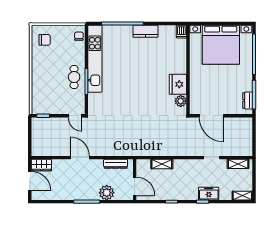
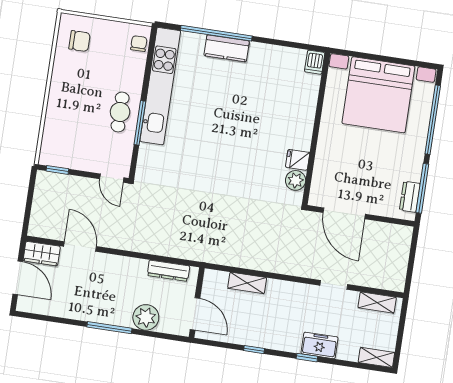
kitchen counter: (145, 31) -> (227, 48), moved
fridge: (178, 84) -> (298, 160), width x0.53, depth x0.75
door: (80, 158) -> (80, 246), moved

